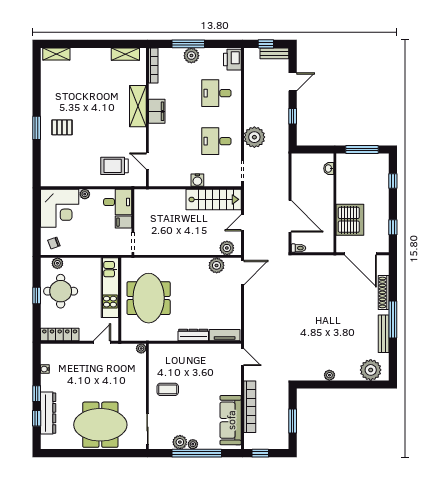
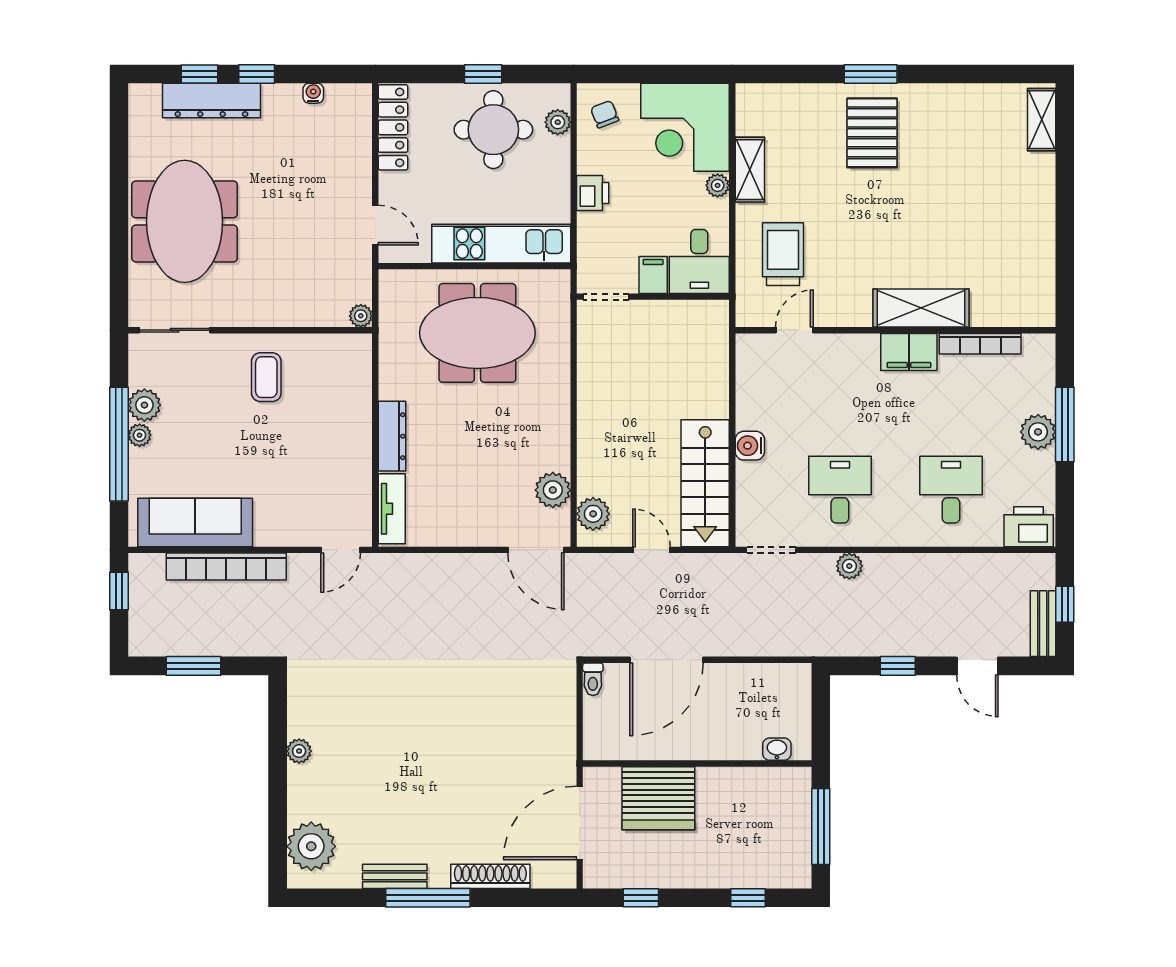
shelving: (125, 54) -> (750, 170), moved
bookcase: (153, 65) -> (980, 344), moved
pallet: (62, 127) -> (872, 133), width x1.50, depth x1.42
plant: (254, 137) -> (849, 566), width x0.53, depth x0.53
printer: (88, 248) -> (593, 193), added
bench: (384, 334) -> (395, 876), width x0.73

